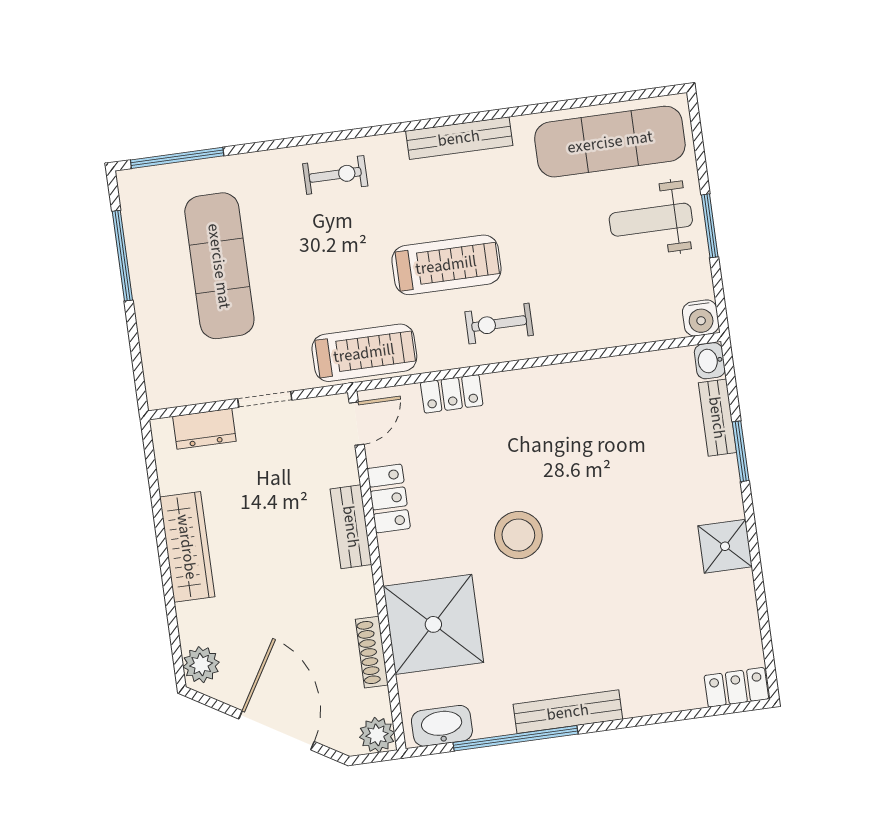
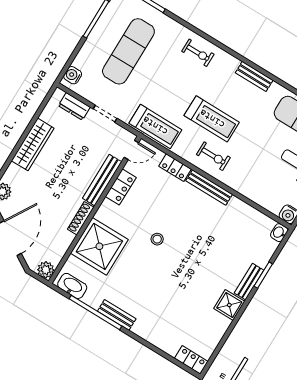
bench: (459, 138) -> (254, 76), width x0.73
exercise bike: (499, 324) -> (213, 156), turned 180
water cooler: (160, 380) -> (73, 75), added
bench: (534, 381) -> (209, 188), added
bench: (717, 418) -> (249, 282), moved
bench: (351, 527) -> (102, 180), width x1.36
stool: (518, 535) -> (157, 239), width x0.53, depth x0.53
shoe rack: (372, 652) -> (81, 218), moved
bench: (568, 712) -> (117, 315), width x0.73

